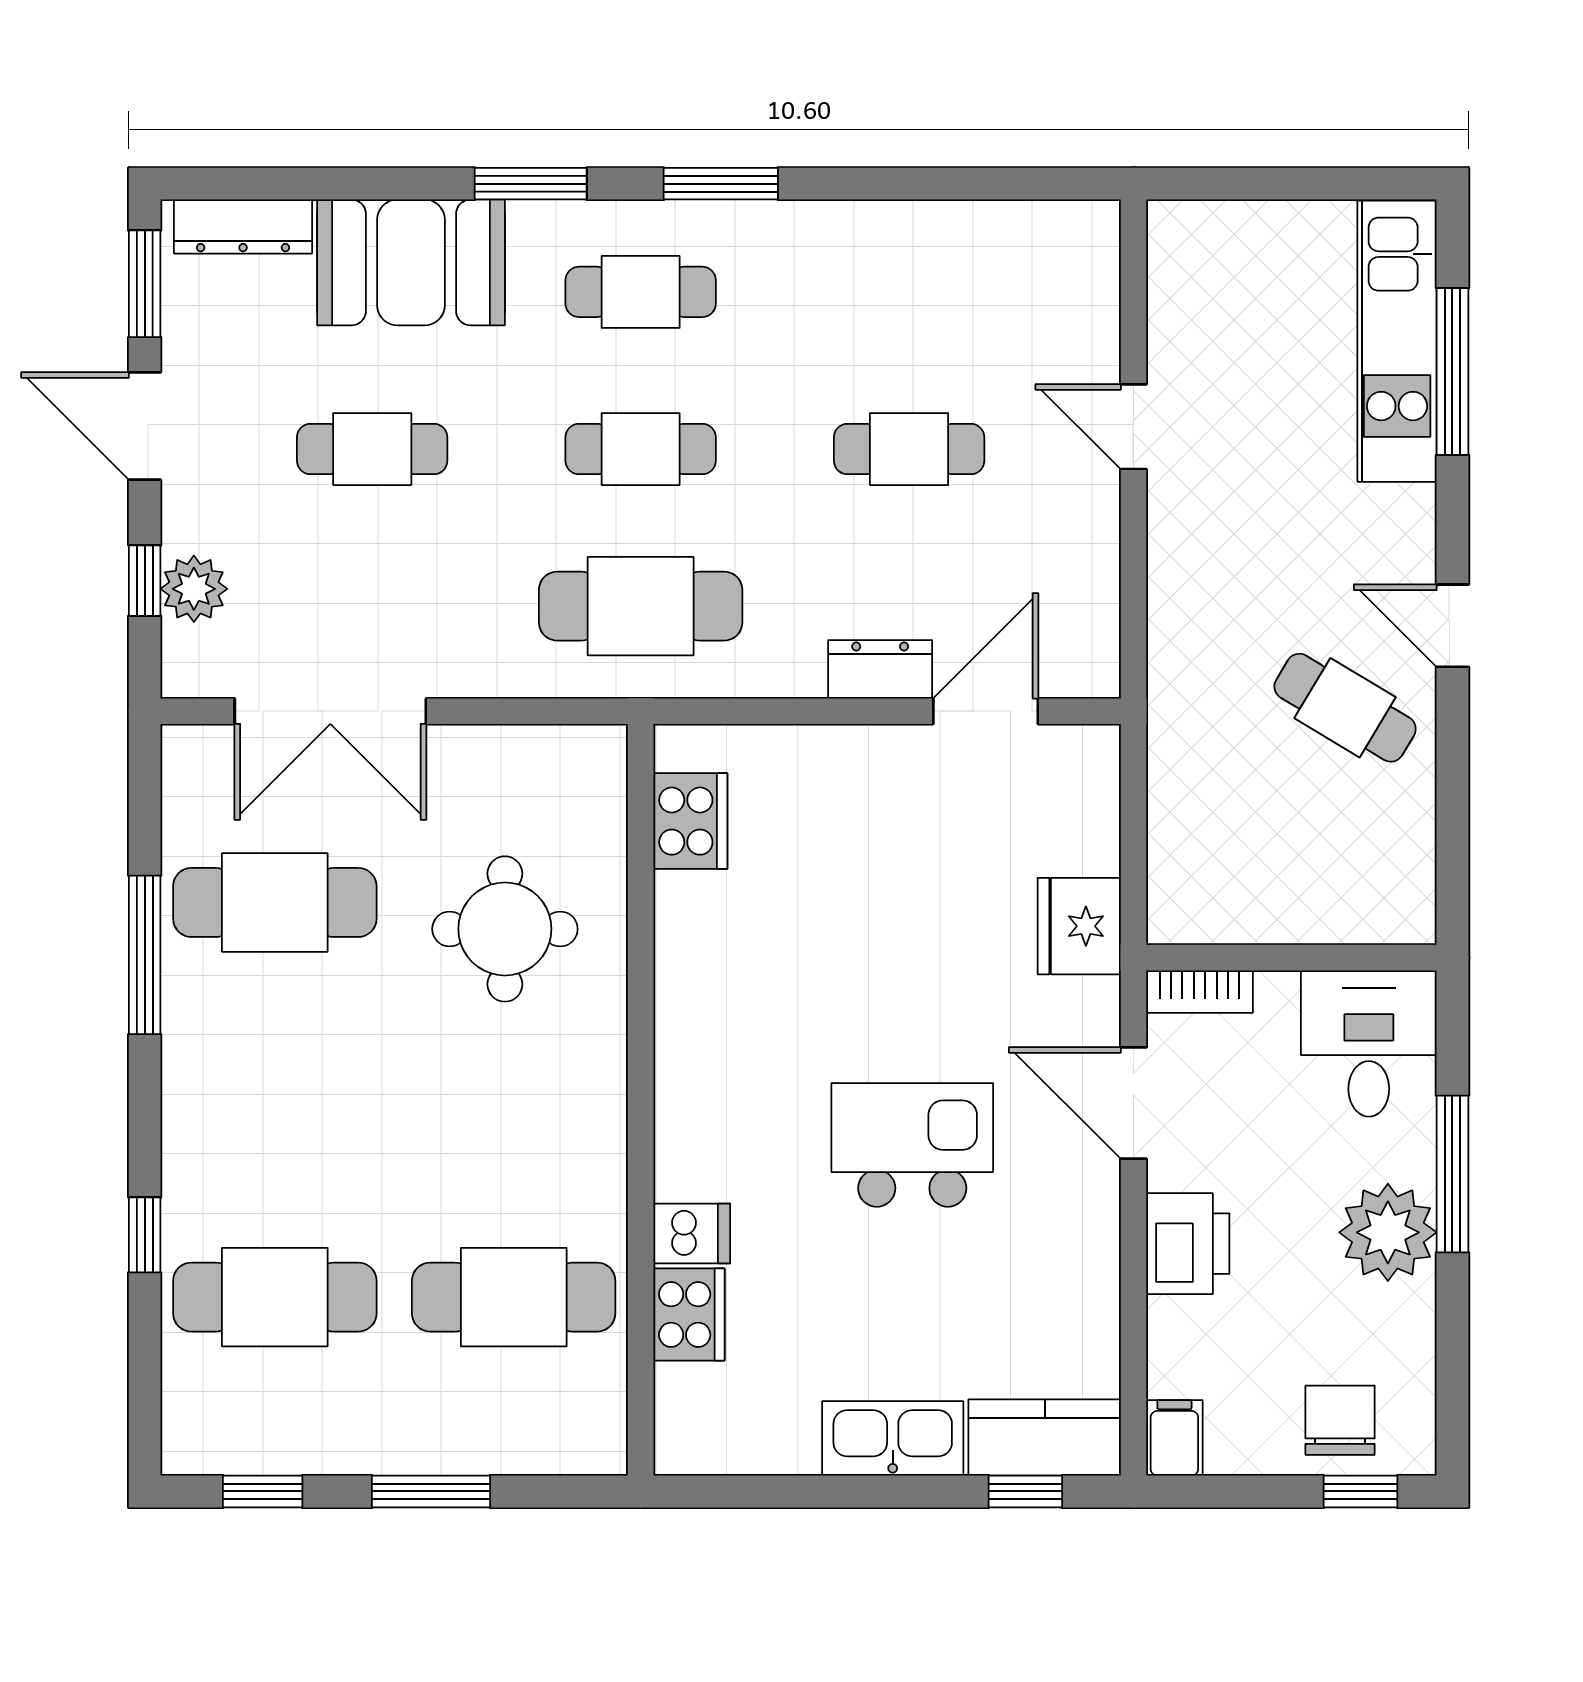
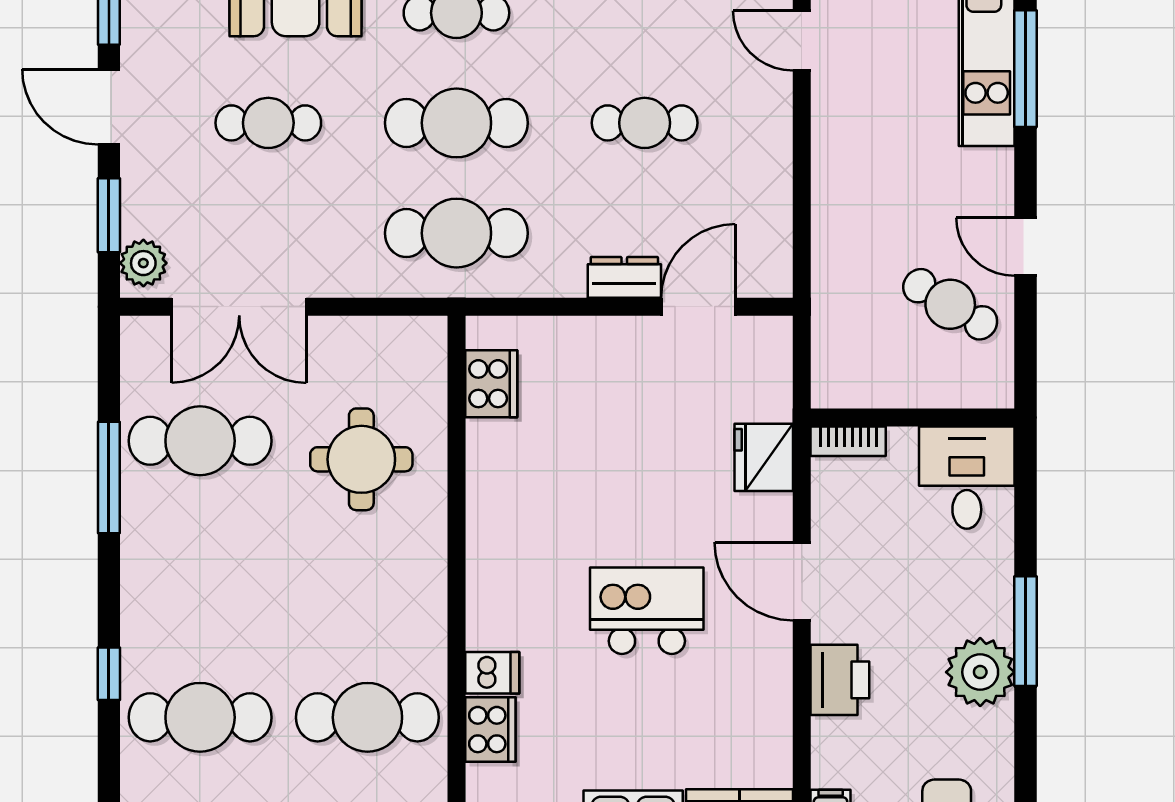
door: (1133, 427) -> (802, 41), moved
cafe table: (641, 449) -> (456, 123), width x1.37, depth x1.35
window: (145, 581) -> (109, 215), width x1.50
plant: (194, 589) -> (143, 263), moved
wall: (1291, 958) -> (913, 417), moved
bookcase: (1199, 992) -> (848, 441), moved
desk: (1369, 1043) -> (967, 478), moved

